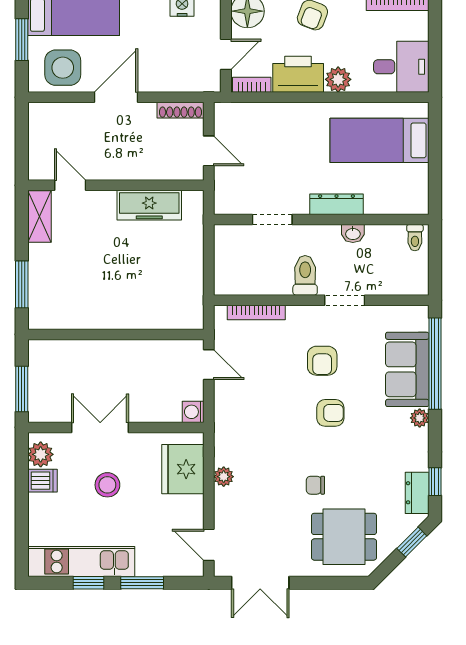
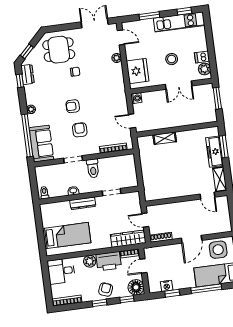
wardrobe: (250, 116) -> (128, 239), added
freezer: (149, 205) -> (214, 152), moved, turned -90
shelving: (144, 319) -> (165, 138), added
sofa: (407, 369) -> (41, 144), moved
plant: (224, 477) -> (117, 58), moved
window: (88, 583) -> (184, 11), moved

